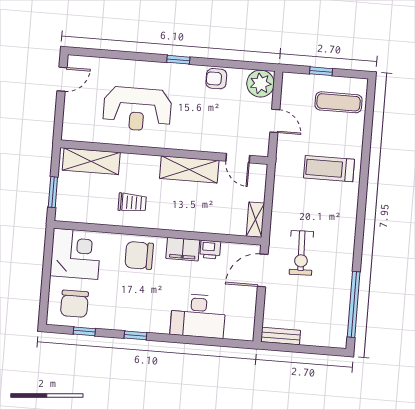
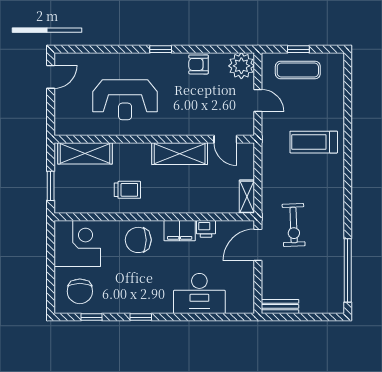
exercise mat: (339, 102) -> (298, 70), moved

